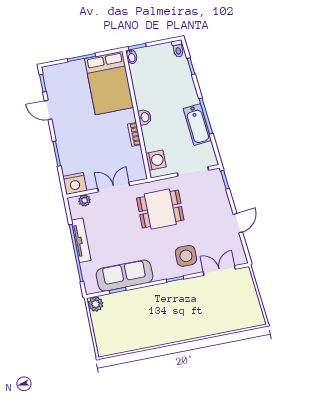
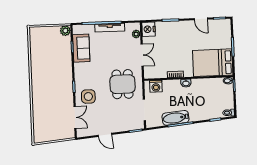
door: (48, 110) -> (201, 19), swing flipped
sofa: (125, 276) -> (81, 48), width x0.73

